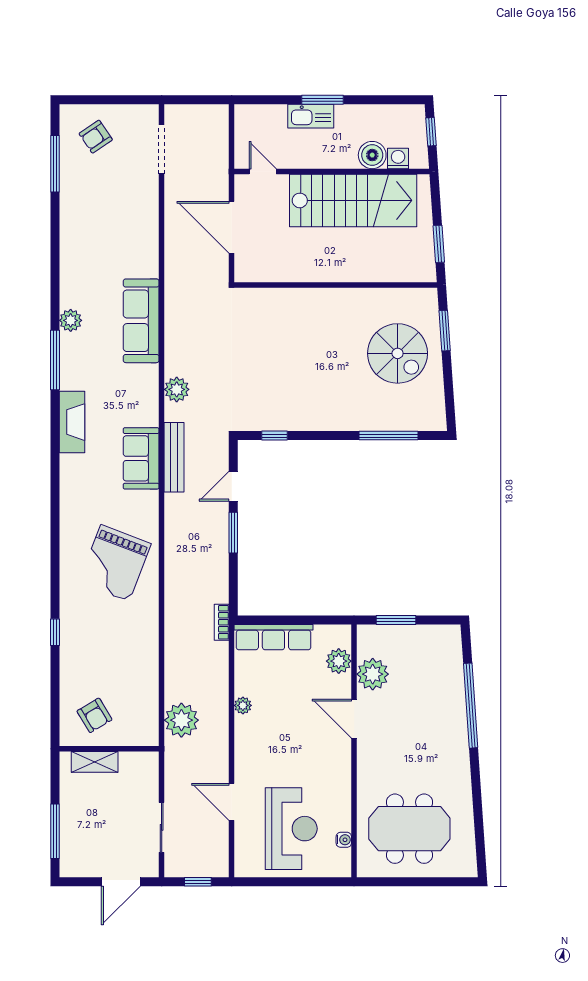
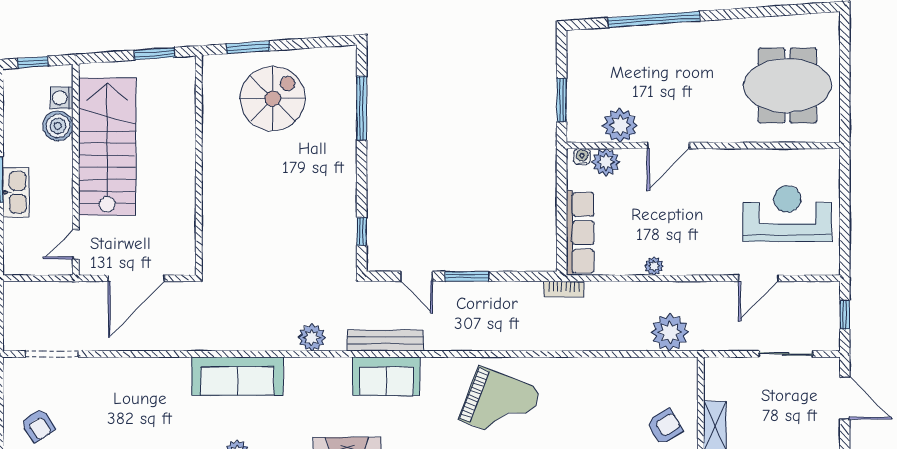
meeting table: (409, 829) -> (787, 86), turned 90
water cooler: (344, 840) -> (582, 157), moved

